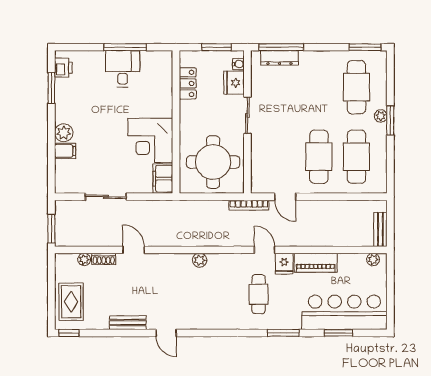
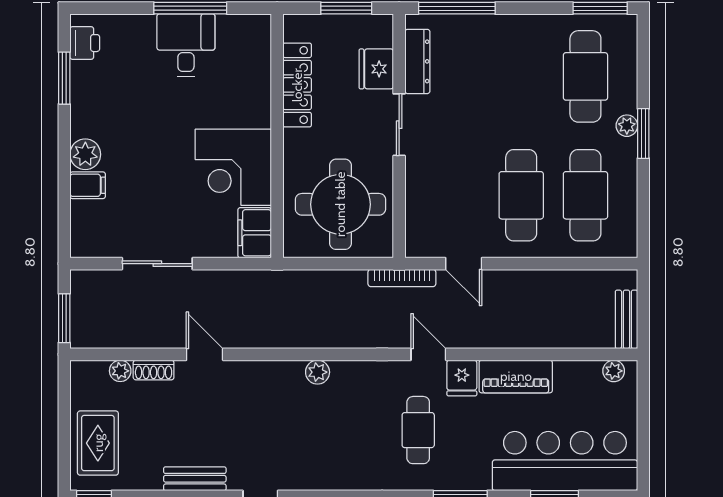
dresser: (279, 58) -> (417, 61), moved, turned -90
water cooler: (238, 64) -> (384, 37), removed
locker: (188, 83) -> (297, 85), width x1.53

